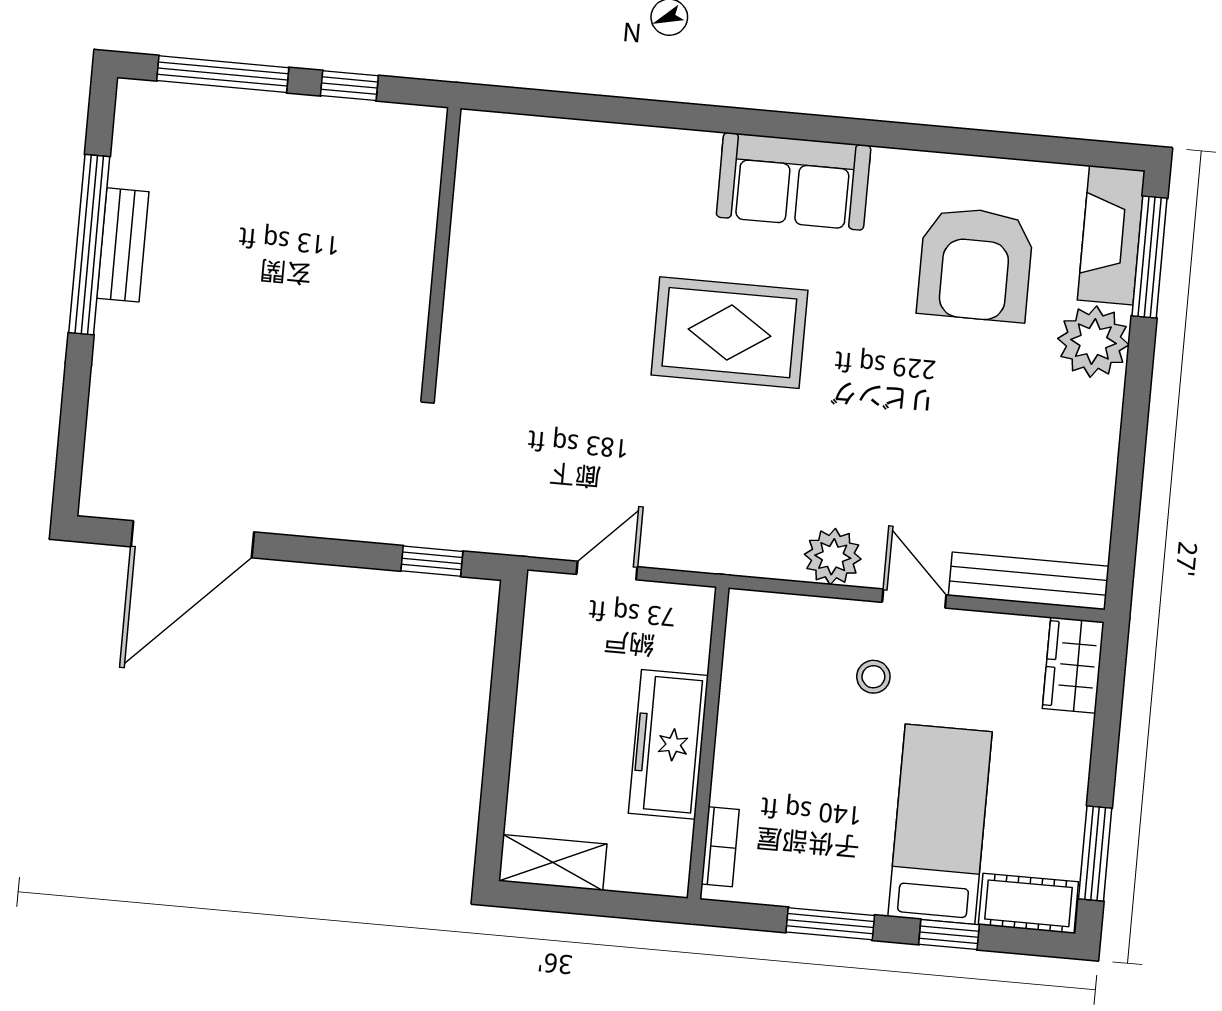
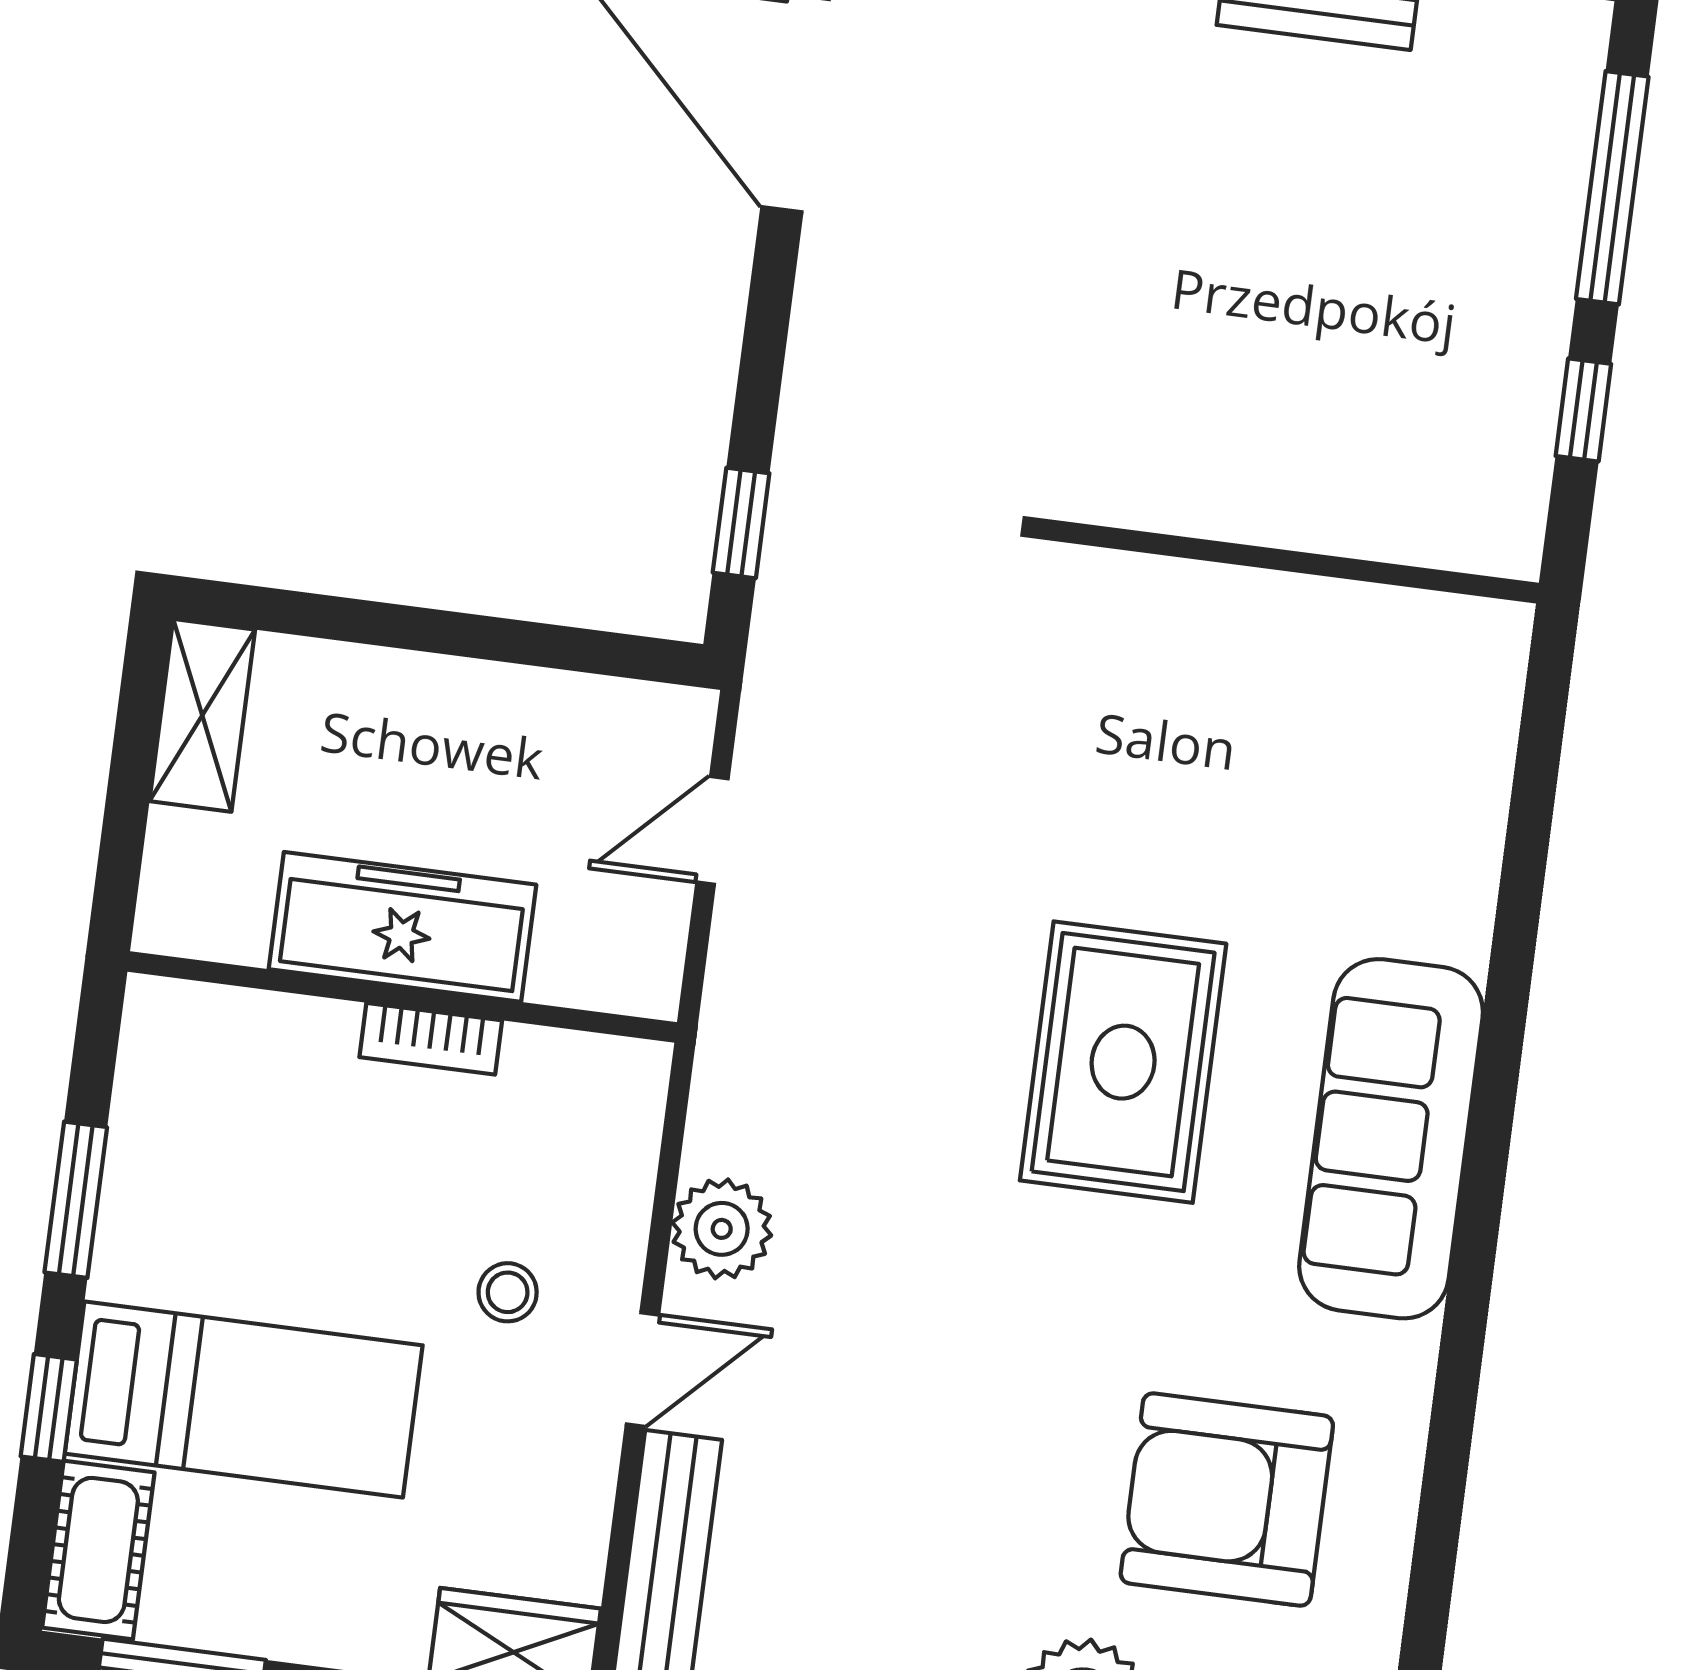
sofa: (794, 181) -> (1391, 1139), width x1.36
door: (607, 571) -> (713, 830), swing flipped
bookcase: (720, 847) -> (431, 1039), moved

